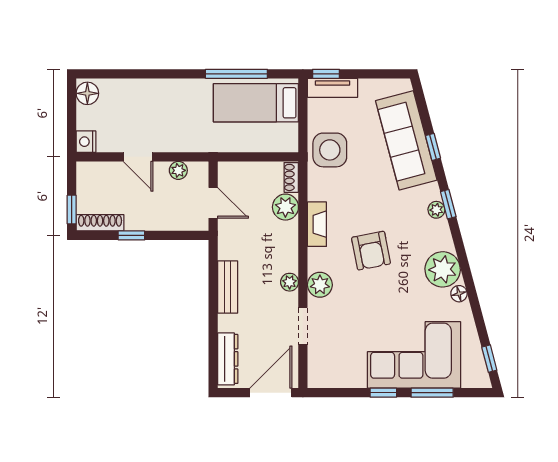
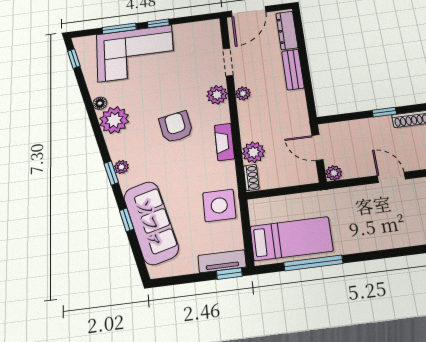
plant: (178, 170) -> (334, 173), moved
bench: (228, 287) -> (293, 70), moved

